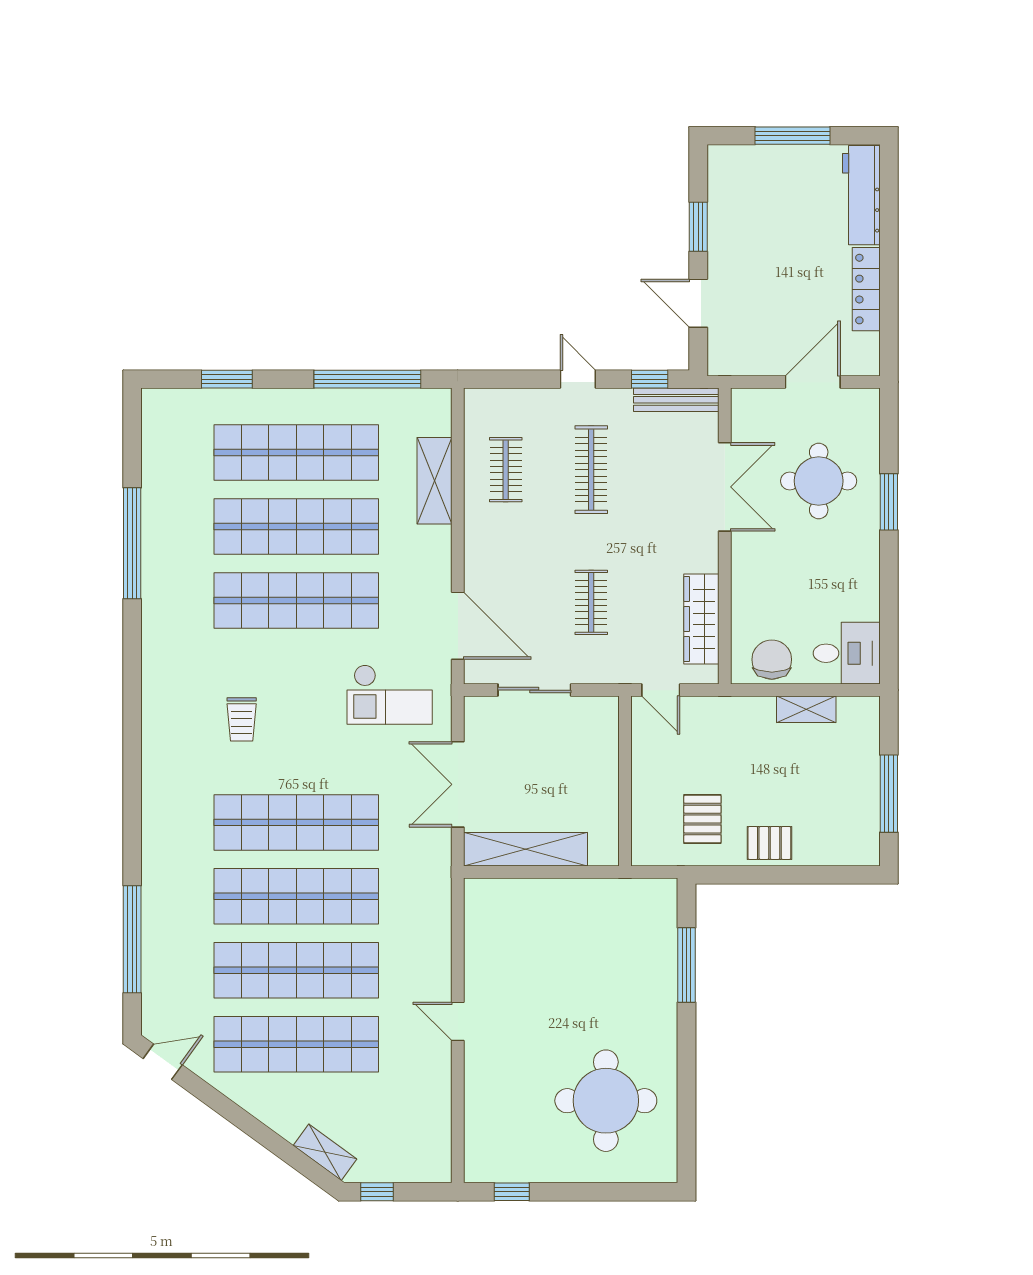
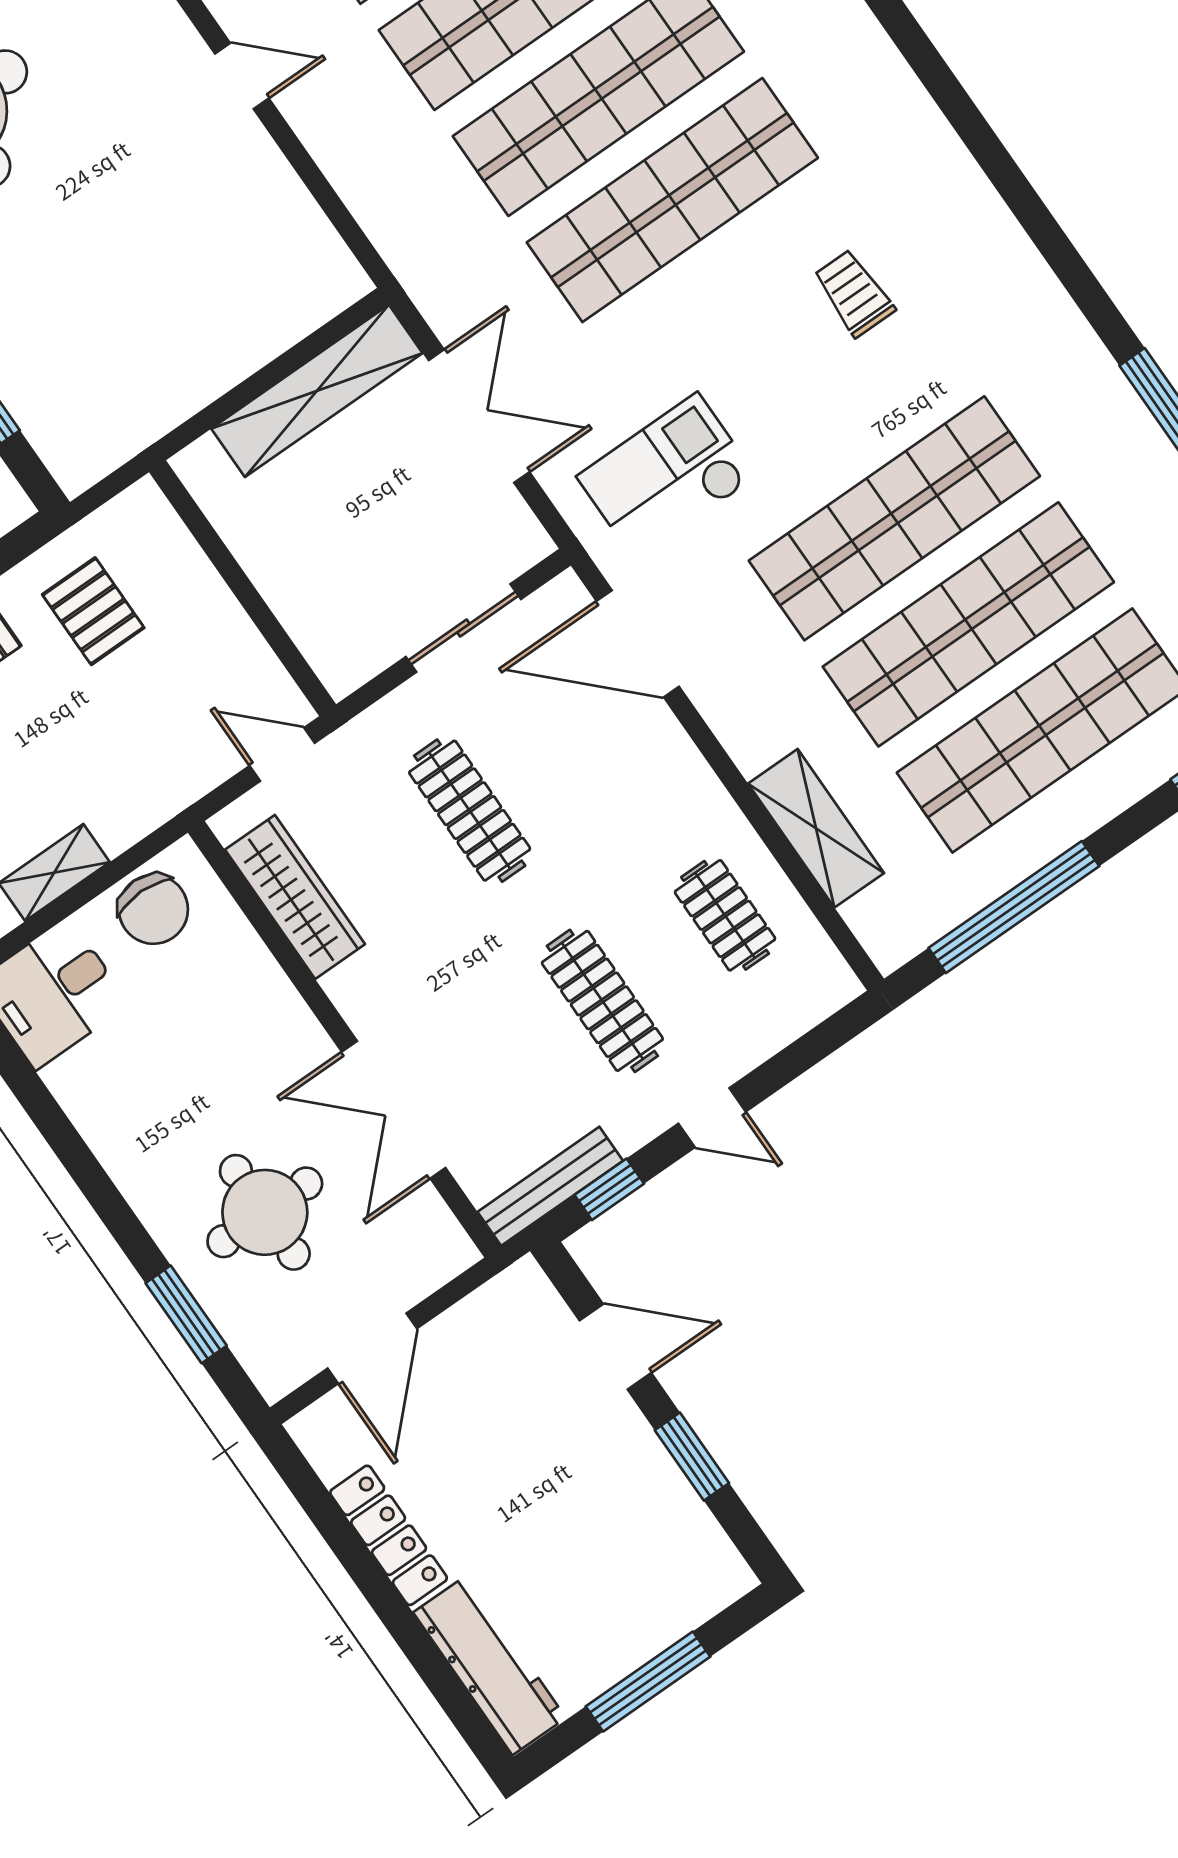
window: (889, 502) -> (186, 1314), moved
clothes rail: (591, 602) -> (470, 811), width x1.36

